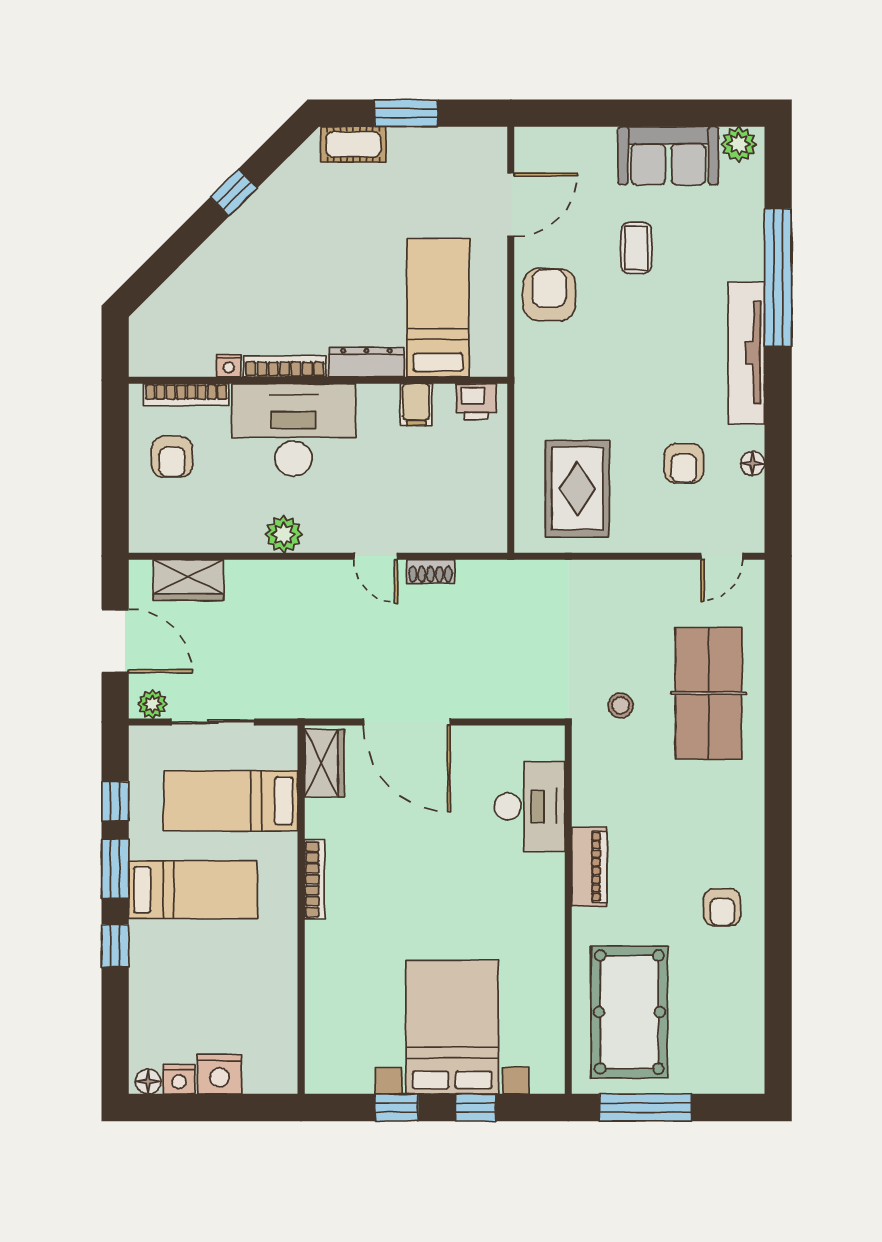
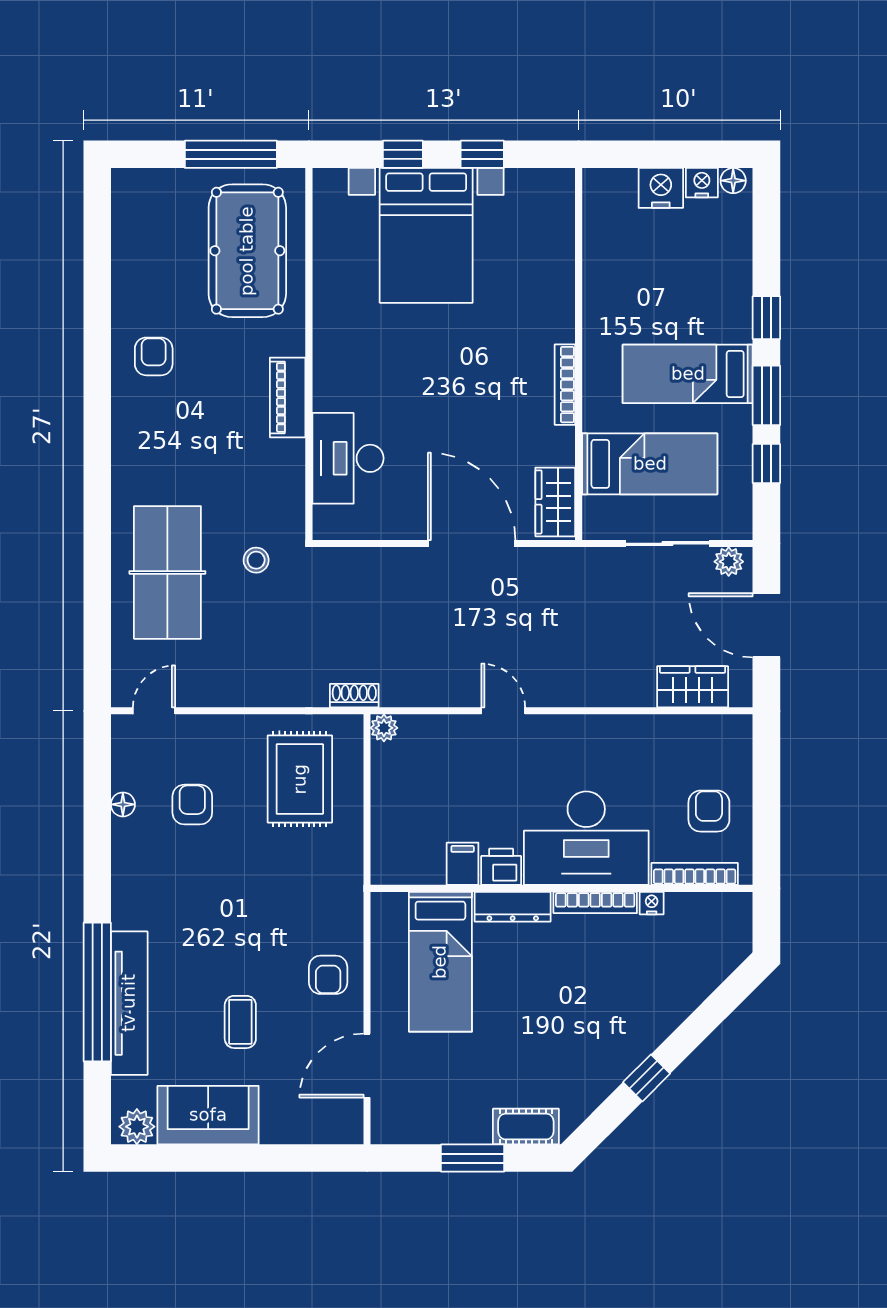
armchair: (549, 295) -> (328, 975), width x0.72, depth x0.72
tv unit: (746, 353) -> (129, 1003), moved
printer: (476, 402) -> (501, 867), moved
plant: (284, 534) -> (384, 728), moved, width x0.73, depth x0.73
shoe rack: (431, 571) -> (354, 696), moved

